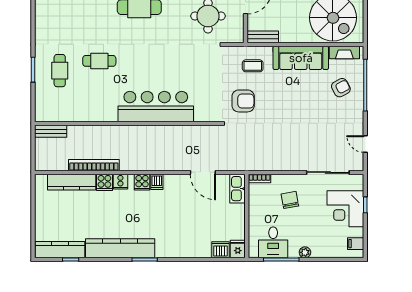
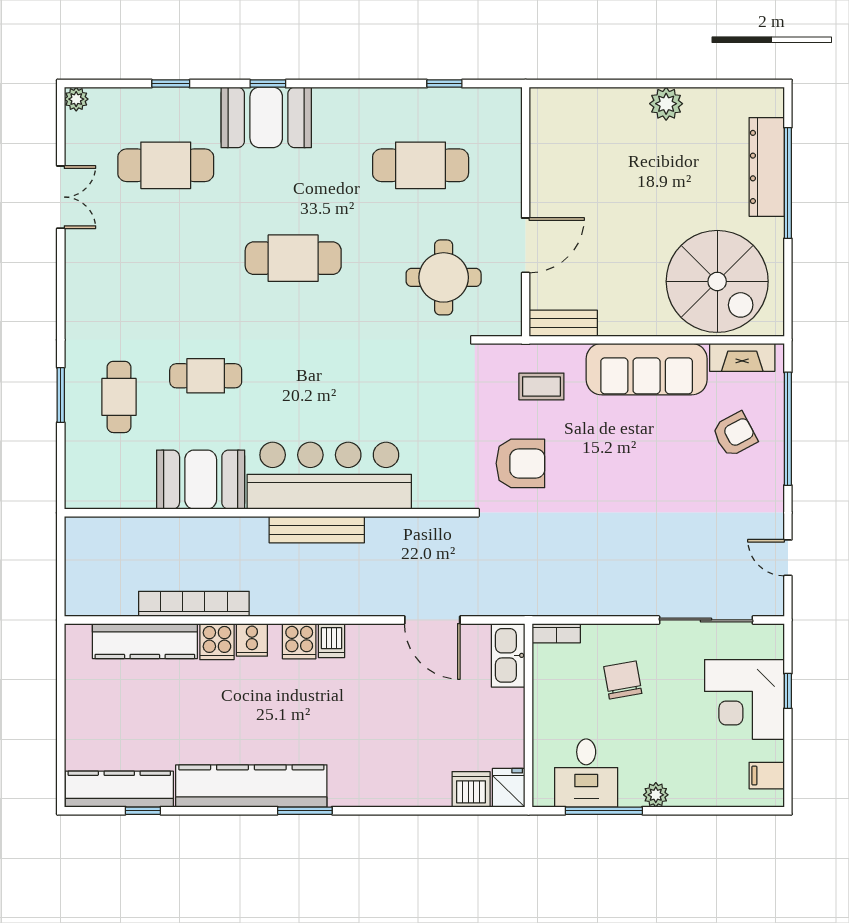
booth: (97, 108) -> (201, 480), added
bench: (51, 131) -> (317, 530), moved, width x1.36

